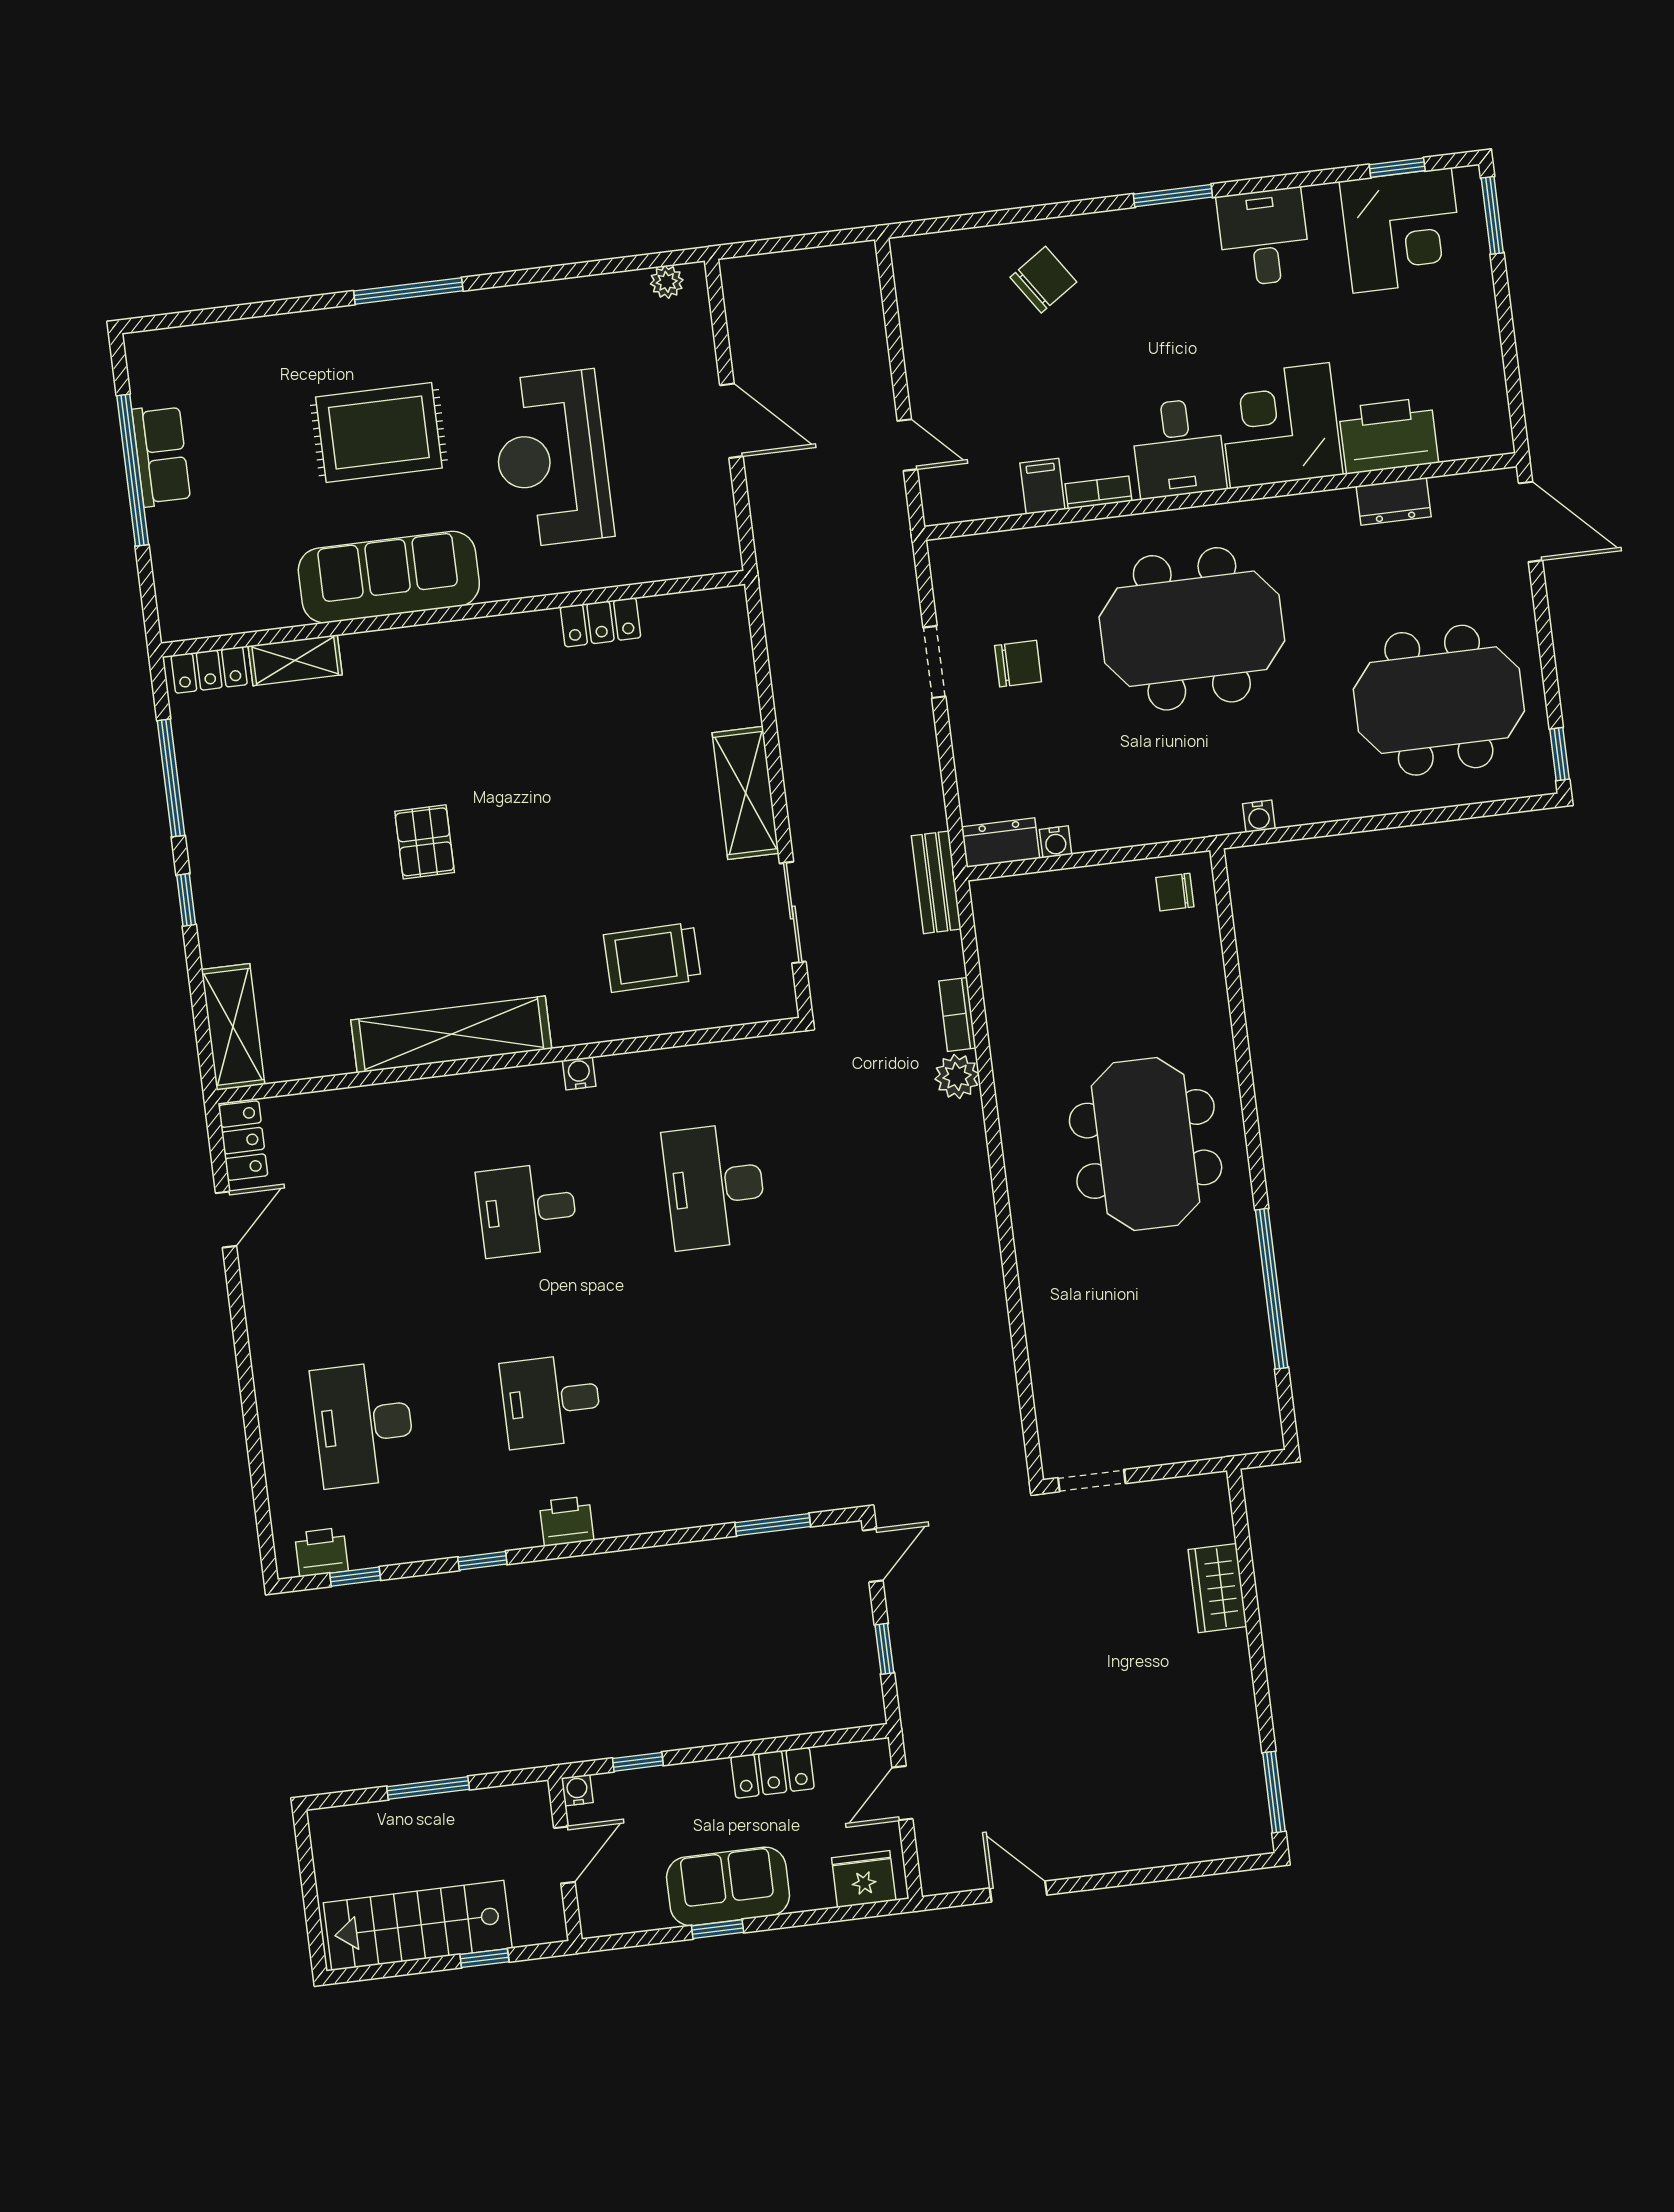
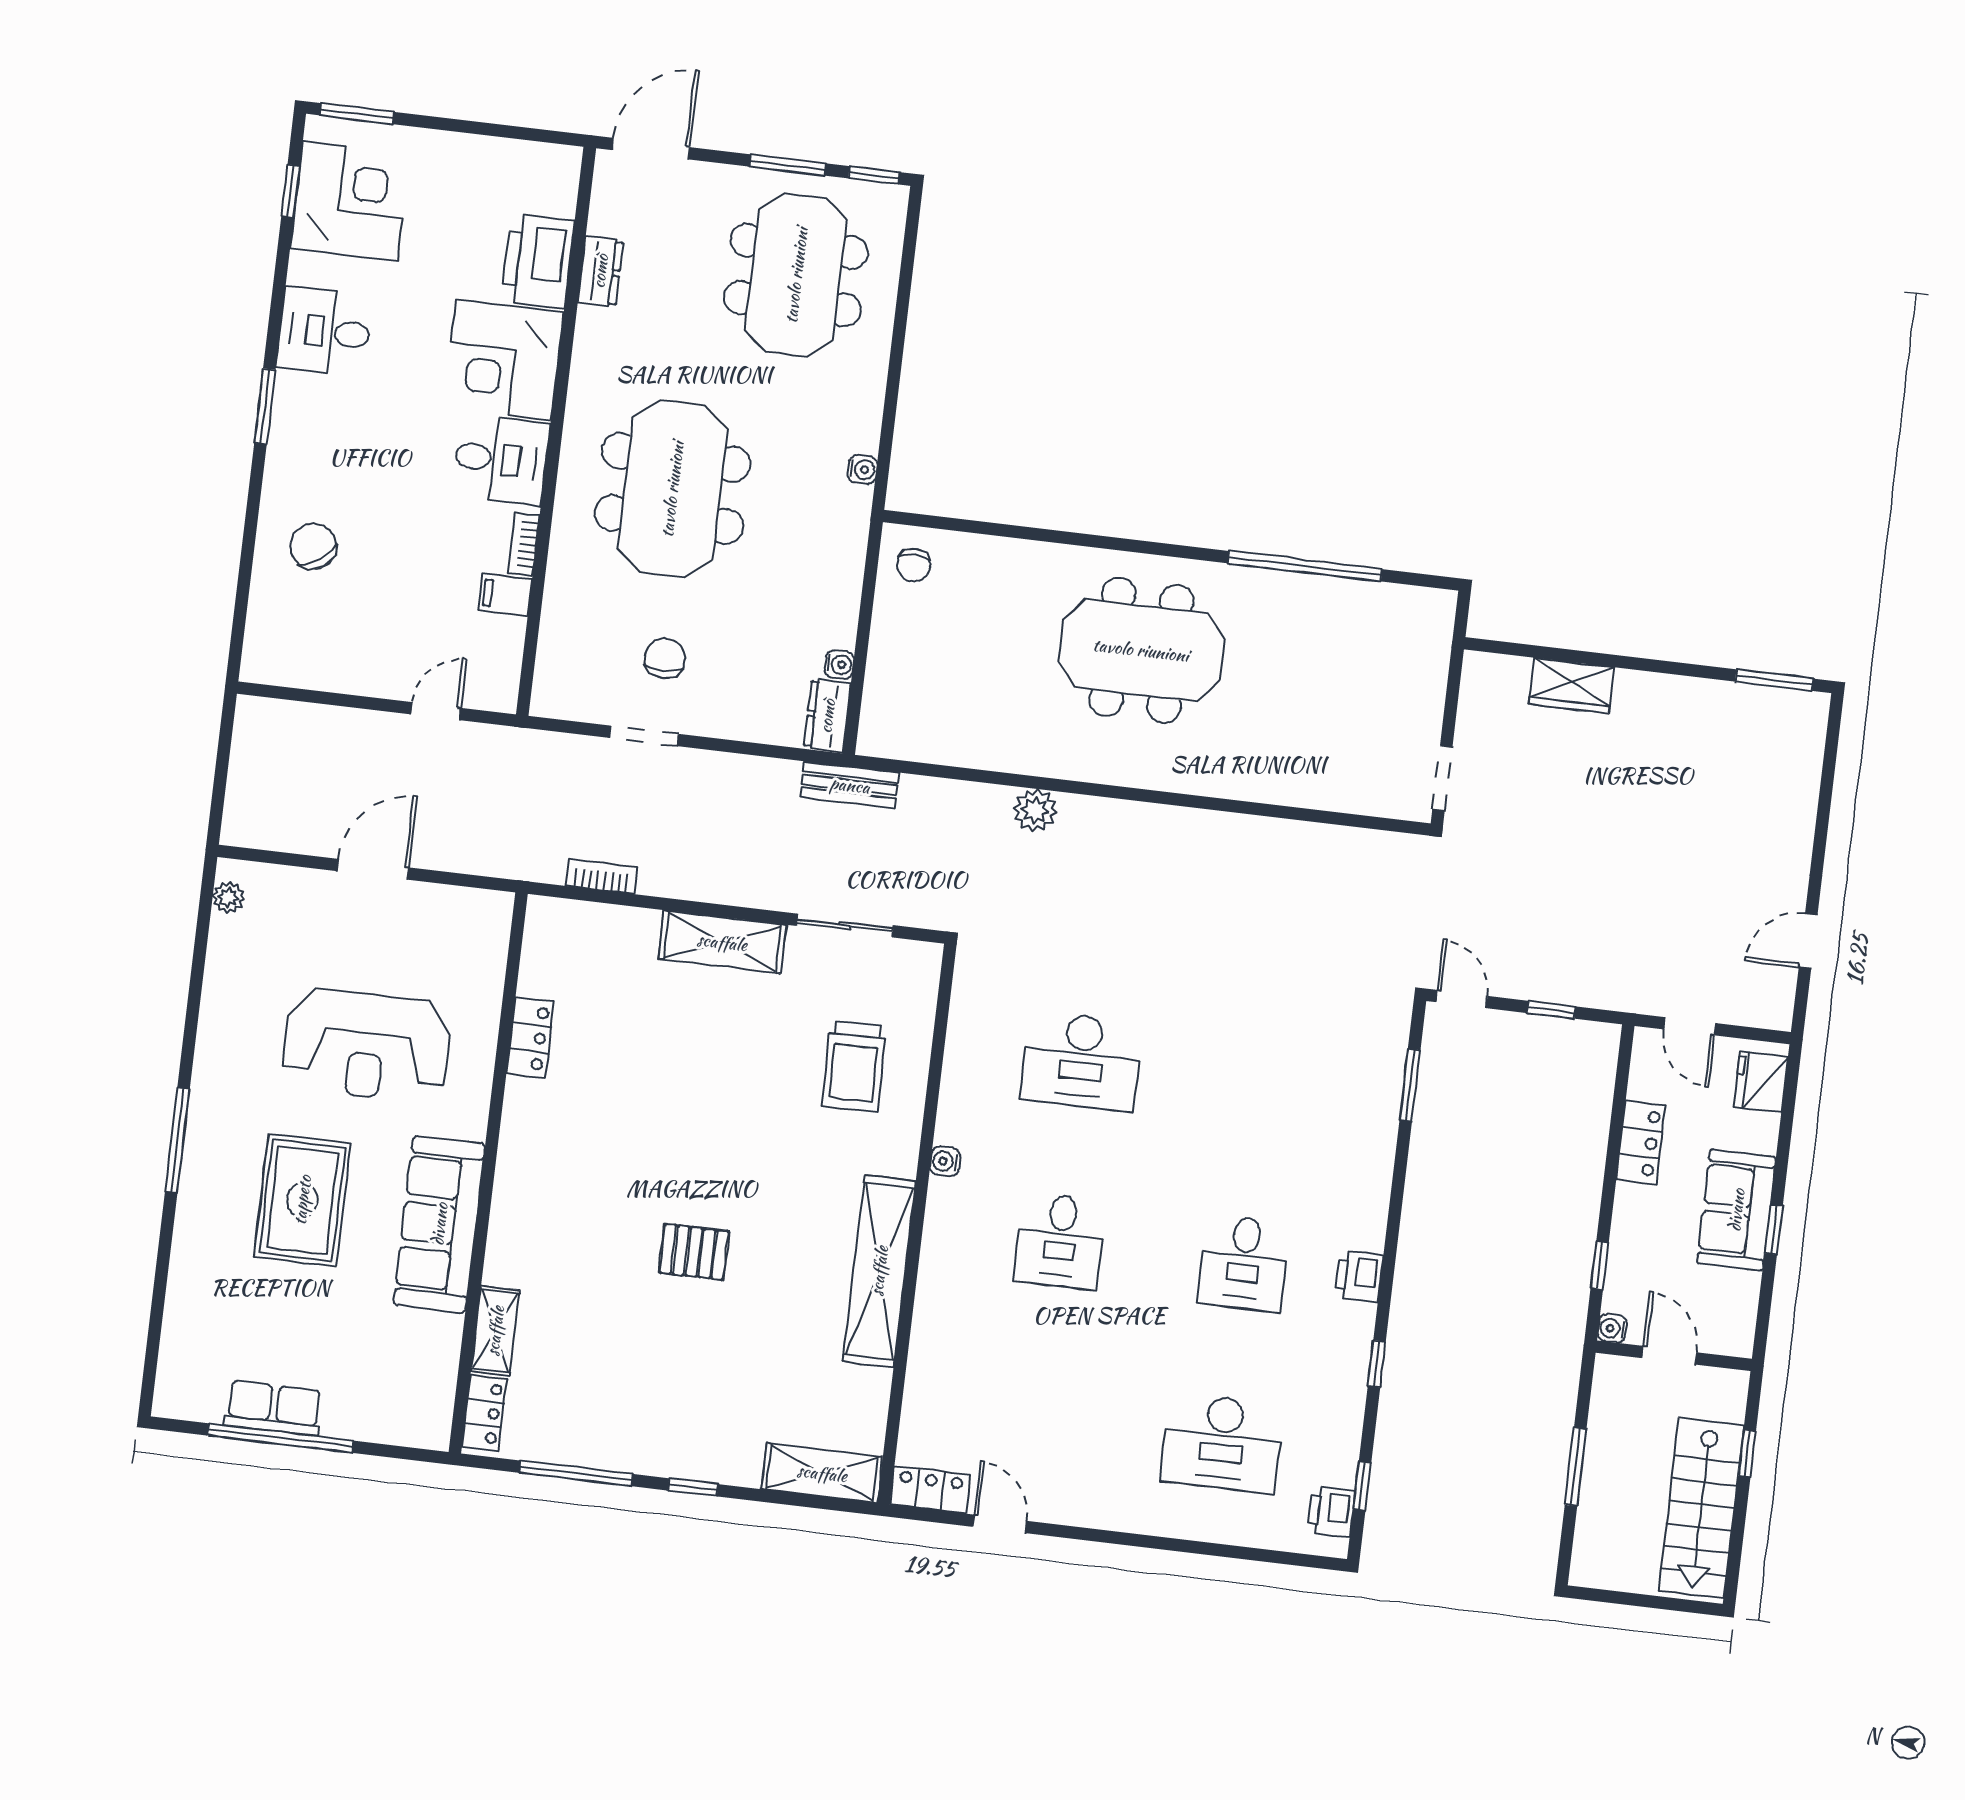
window: (1548, 664) -> (788, 165), added
bookcase: (957, 1015) -> (602, 877), moved, turned 180

